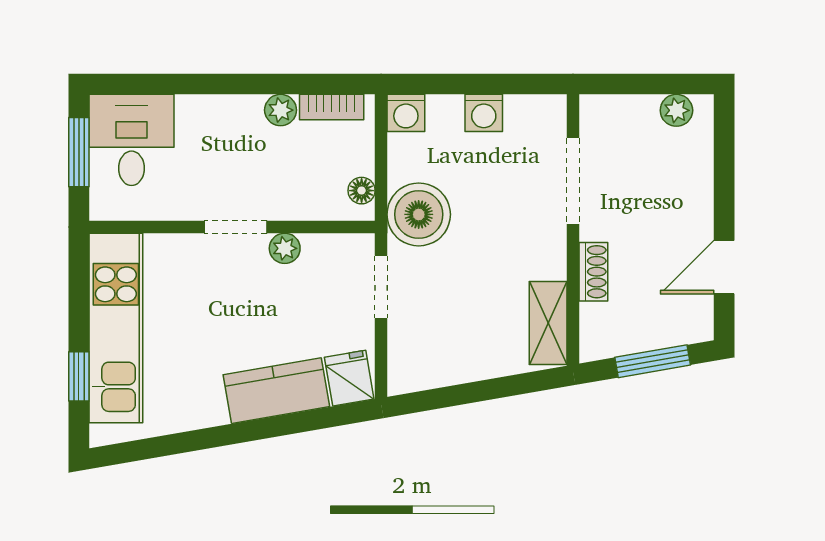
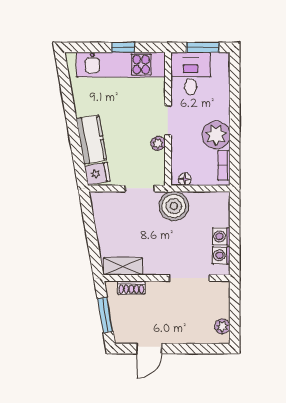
plant: (281, 110) -> (216, 135), width x1.88, depth x1.88
washing machine: (406, 113) -> (221, 255), moved
desk: (132, 140) -> (191, 73), moved, turned -90
door: (724, 267) -> (149, 349), swing flipped
shoe rack: (593, 272) -> (131, 288), moved
window: (79, 376) -> (123, 47), moved

